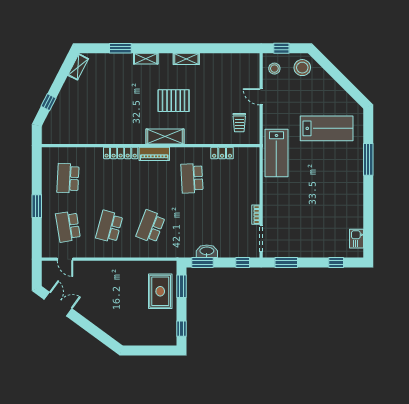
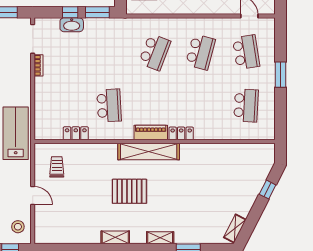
shelving: (165, 137) -> (149, 152), width x1.47
locker: (121, 153) -> (181, 133), width x0.66
washbasin: (207, 251) -> (72, 25), moved
window: (243, 263) -> (70, 12), moved

